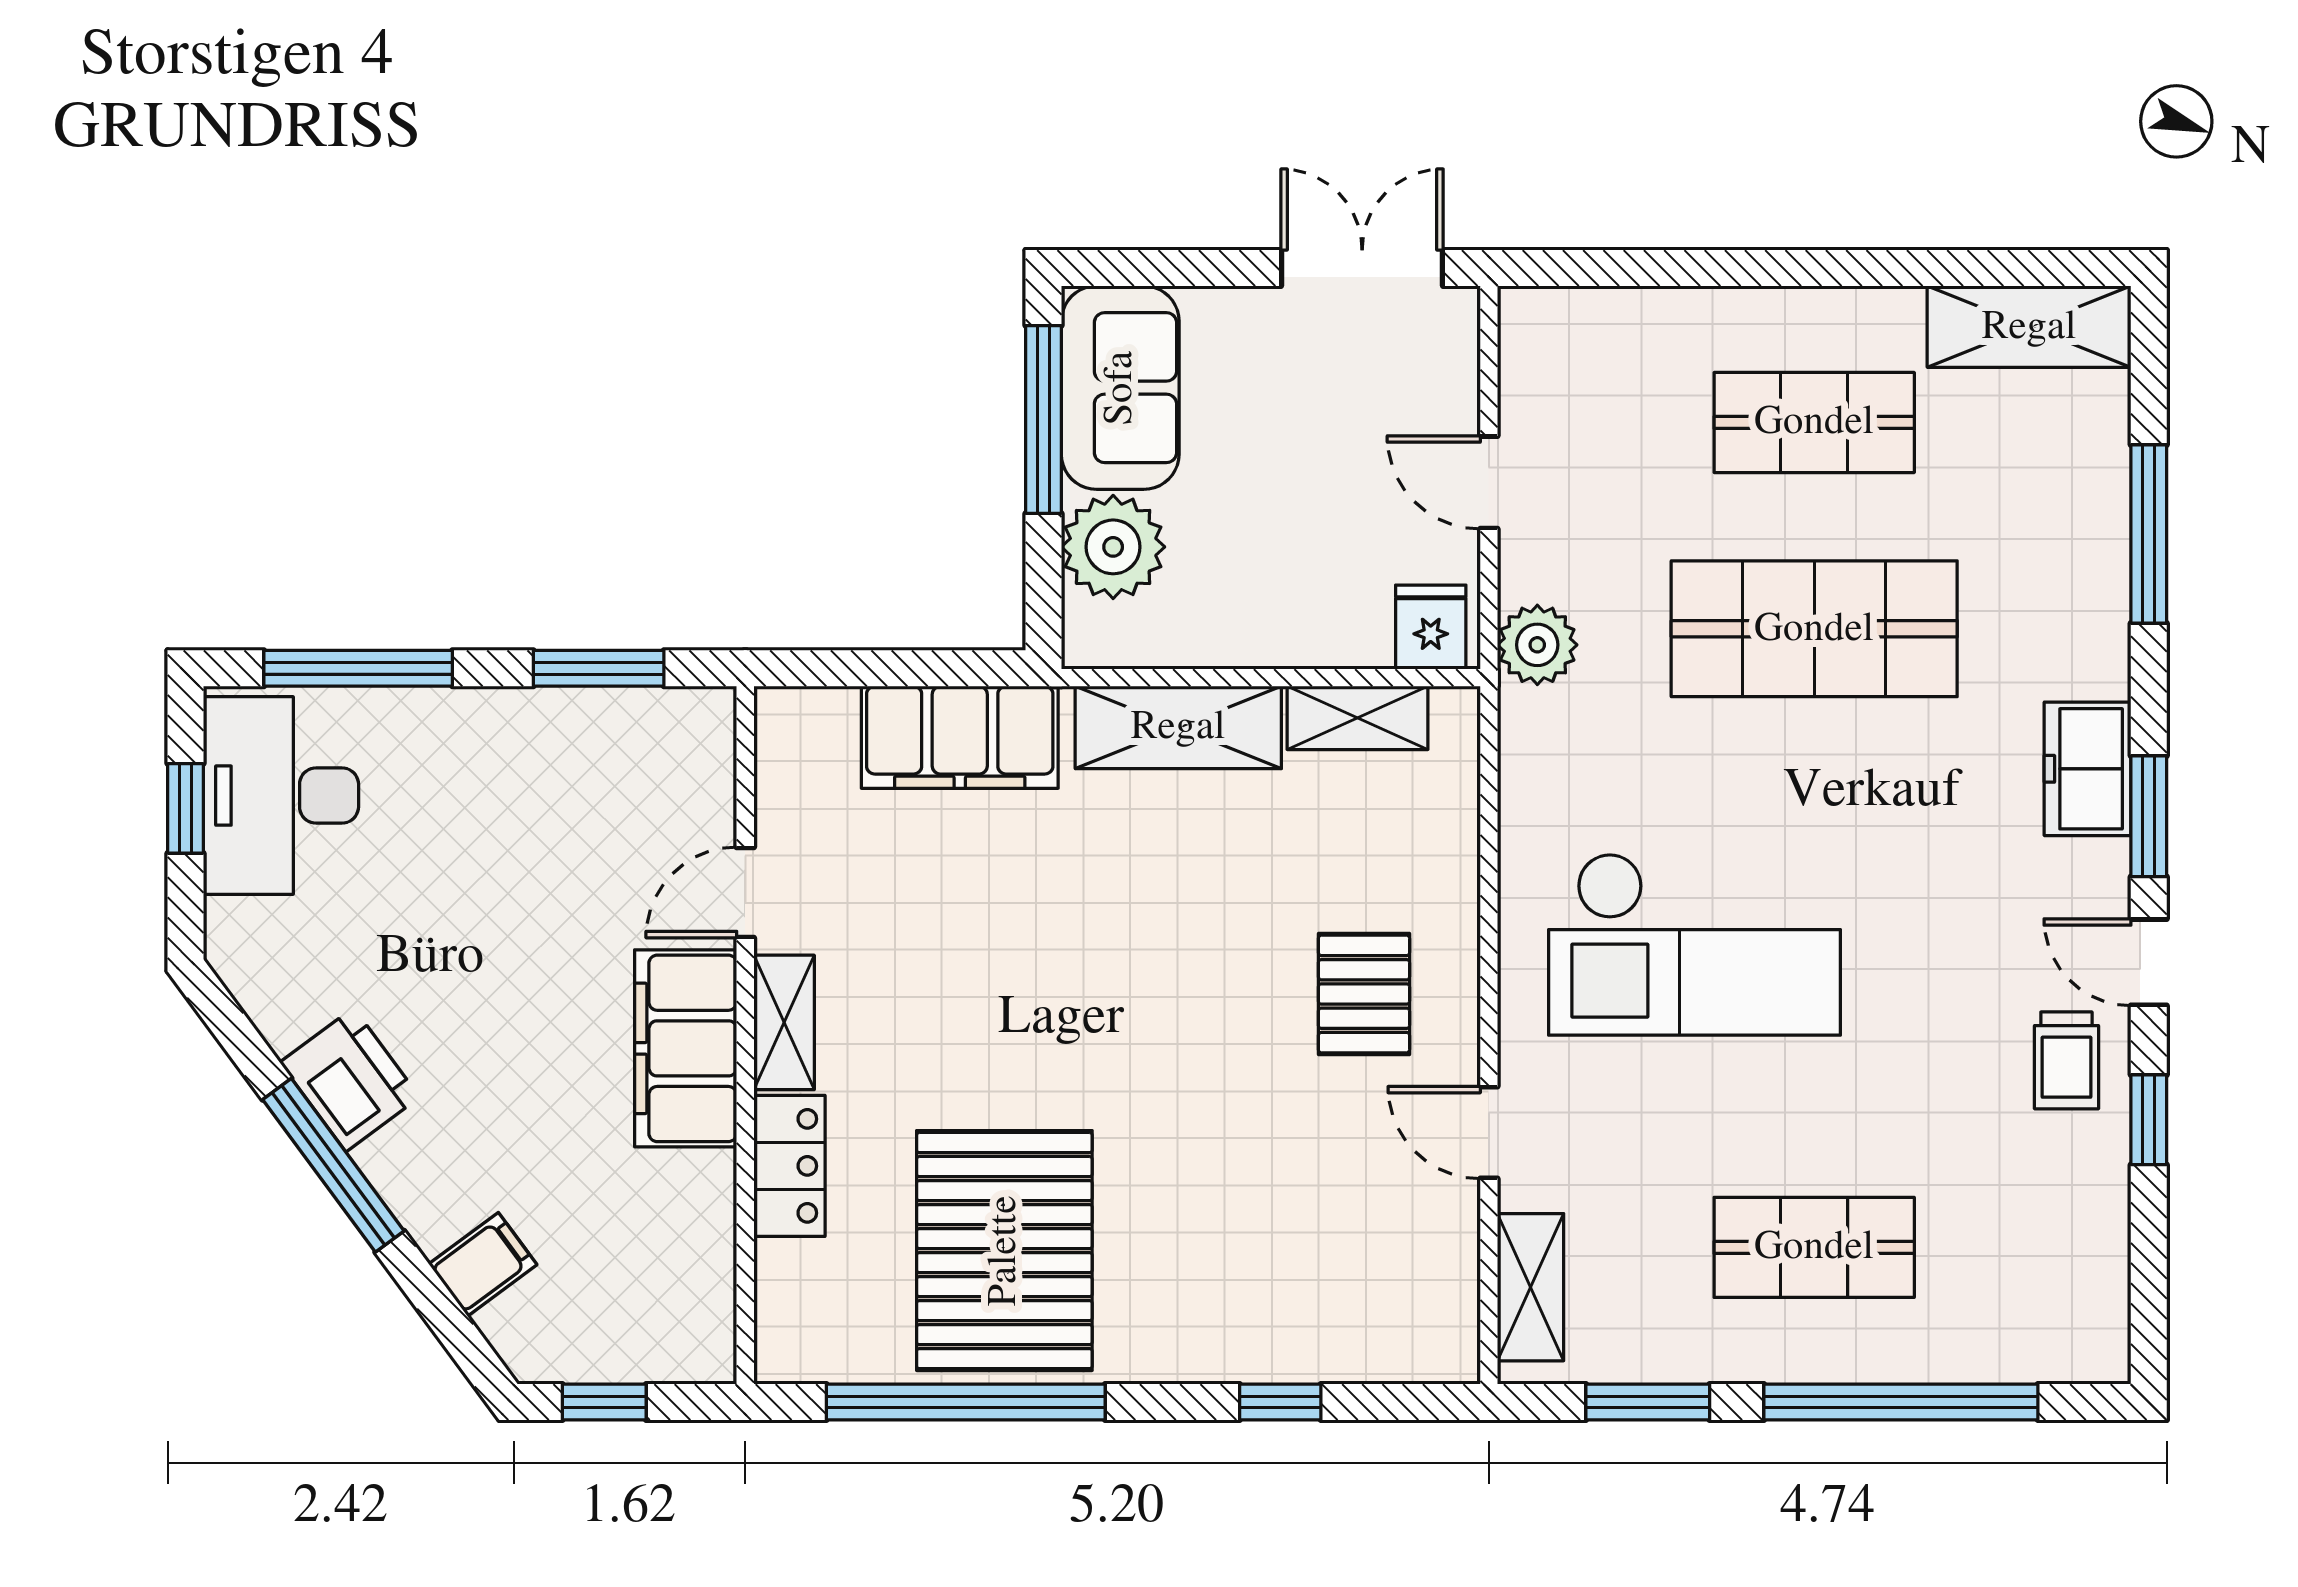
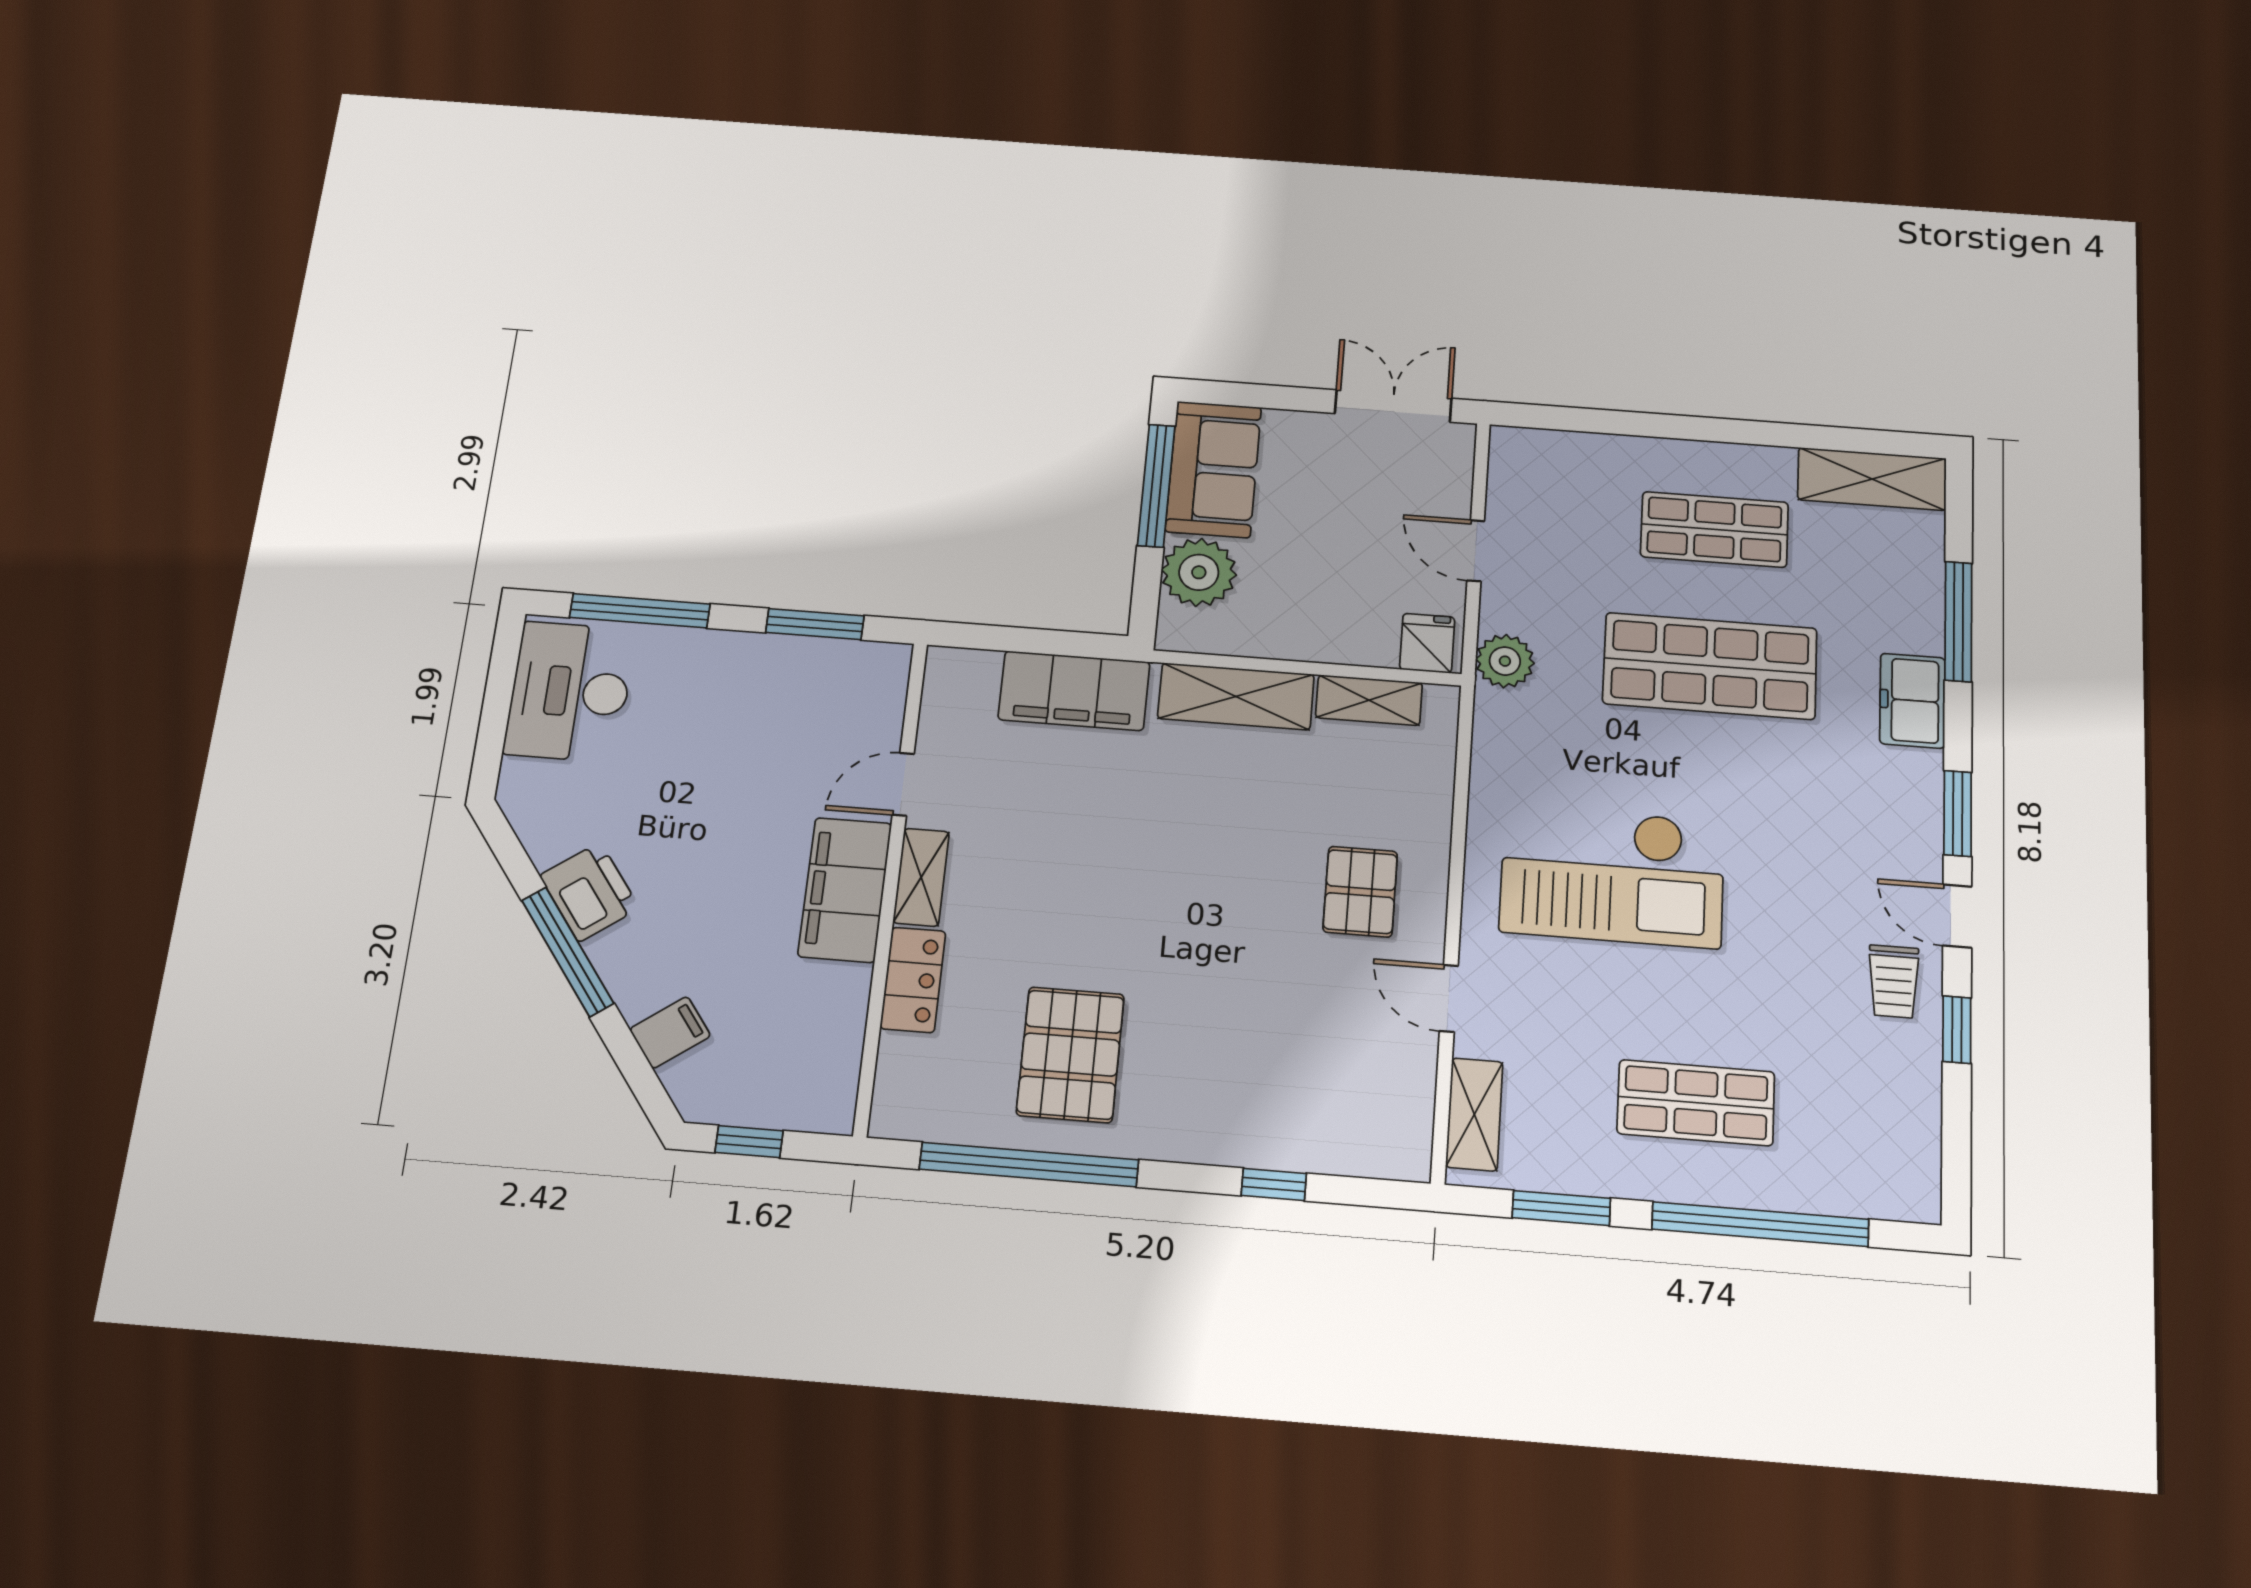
freezer: (2088, 769) -> (1912, 701), moved
window: (185, 808) -> (498, 695), removed
pallet: (1004, 1251) -> (1070, 1055), width x0.73, depth x0.71

